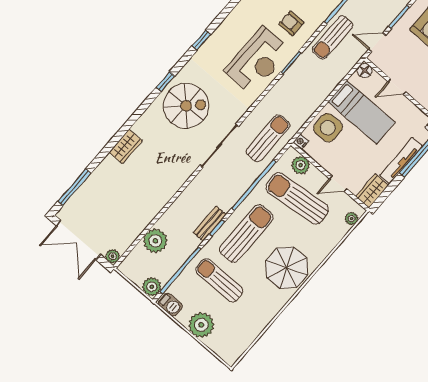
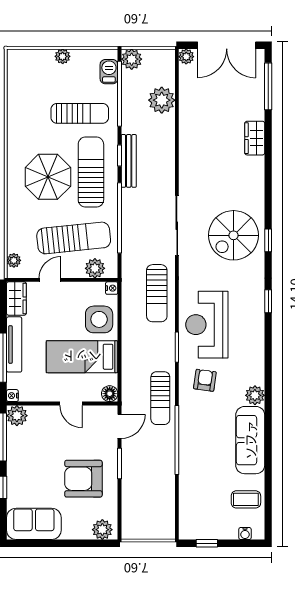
armchair: (291, 23) -> (205, 380), turned -82
sun lounger: (333, 37) -> (160, 398), turned 180
door: (397, 87) -> (71, 403), swing flipped
sun lounger: (268, 138) -> (157, 293), moved
wardrobe: (126, 146) -> (255, 138), moved
bench: (210, 224) -> (129, 161), width x1.36
sun lounger: (246, 233) -> (91, 172), turned 180
double door: (78, 240) -> (227, 45), swing flipped
parasol: (287, 268) -> (48, 177), moved
barbecue: (170, 305) -> (109, 72), moved, turned 90
plant: (201, 325) -> (63, 56), width x0.53, depth x0.53

